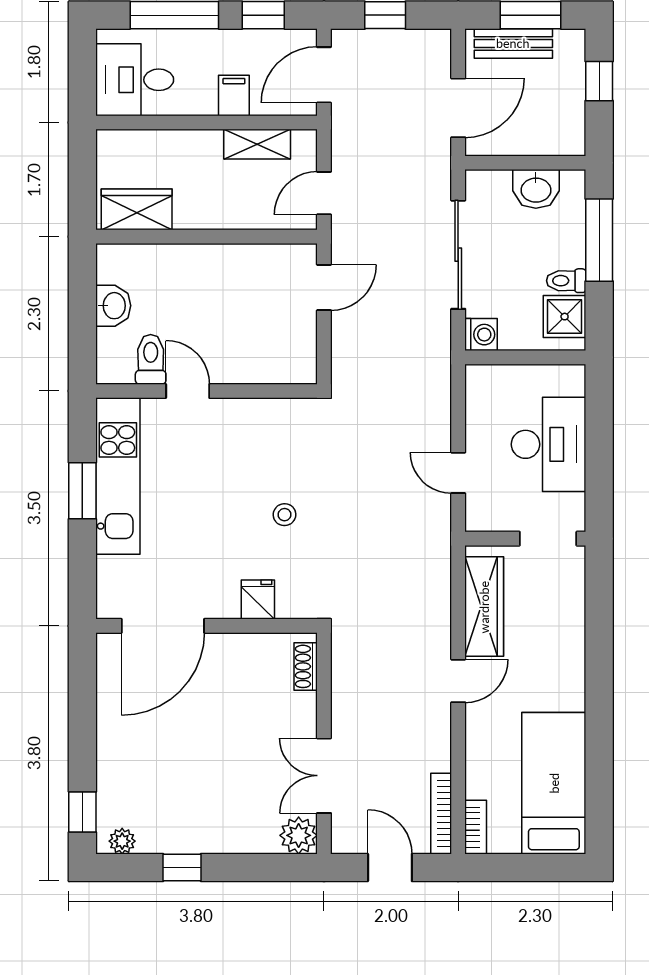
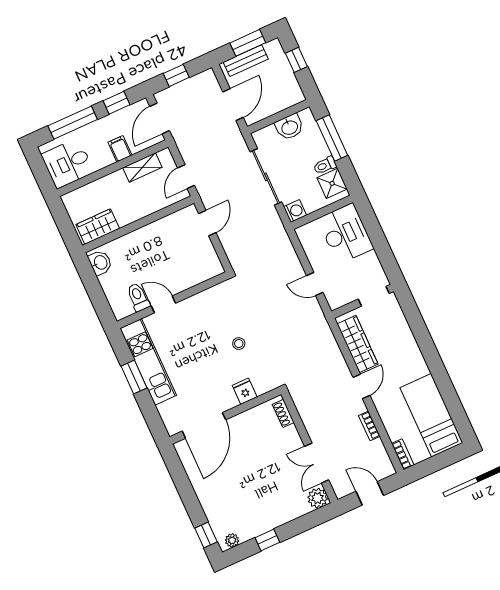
washbasin: (113, 306) -> (100, 263), moved
desk: (549, 444) -> (345, 234), moved
bookcase: (441, 814) -> (369, 426), moved, width x0.64

